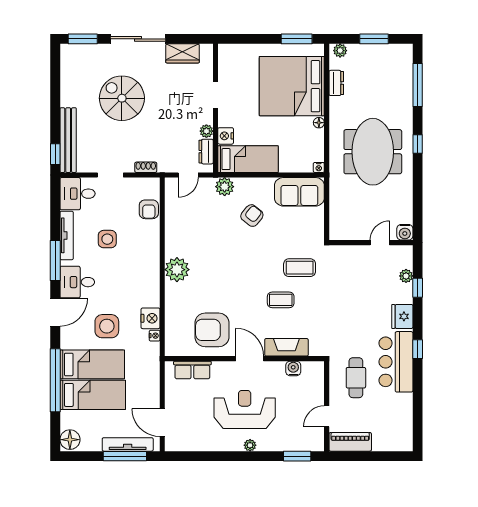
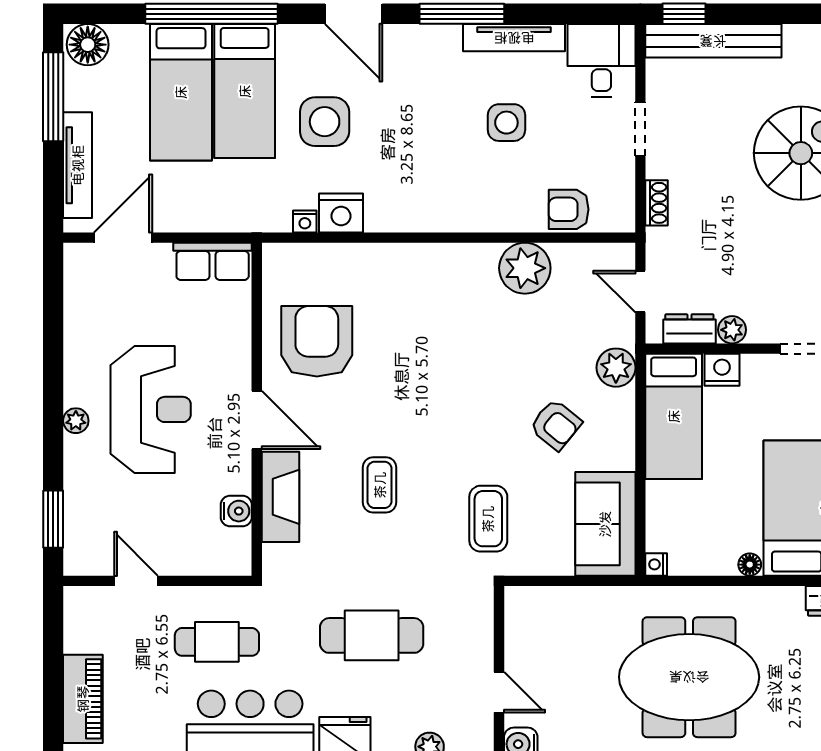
coffee table: (300, 268) -> (488, 519), moved
plant: (177, 270) -> (525, 268), moved
desk: (77, 282) -> (417, 60), removed
cafe table: (353, 304) -> (372, 635), added
door: (250, 359) -> (257, 420), hinge flipped
row of seats: (192, 370) -> (213, 261), moved, turned -90
piano: (350, 442) -> (83, 699), moved
window: (125, 456) -> (53, 97), moved

